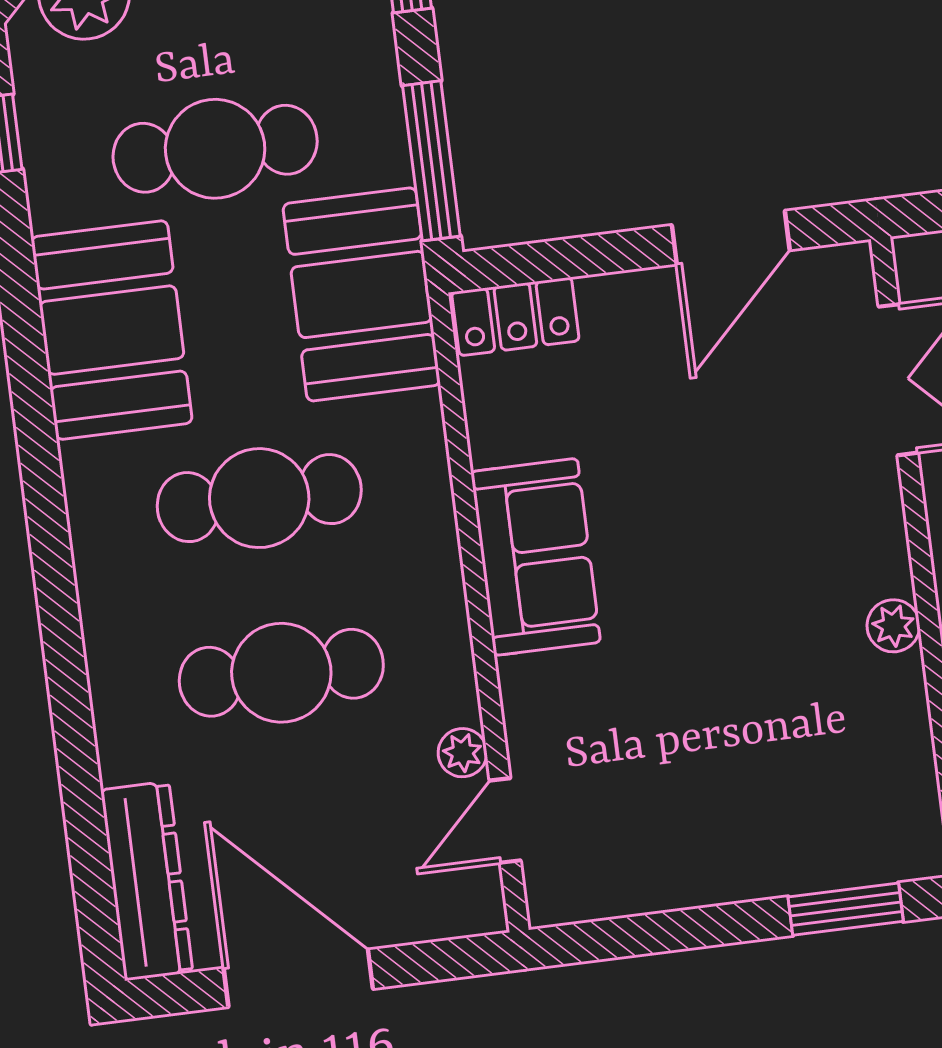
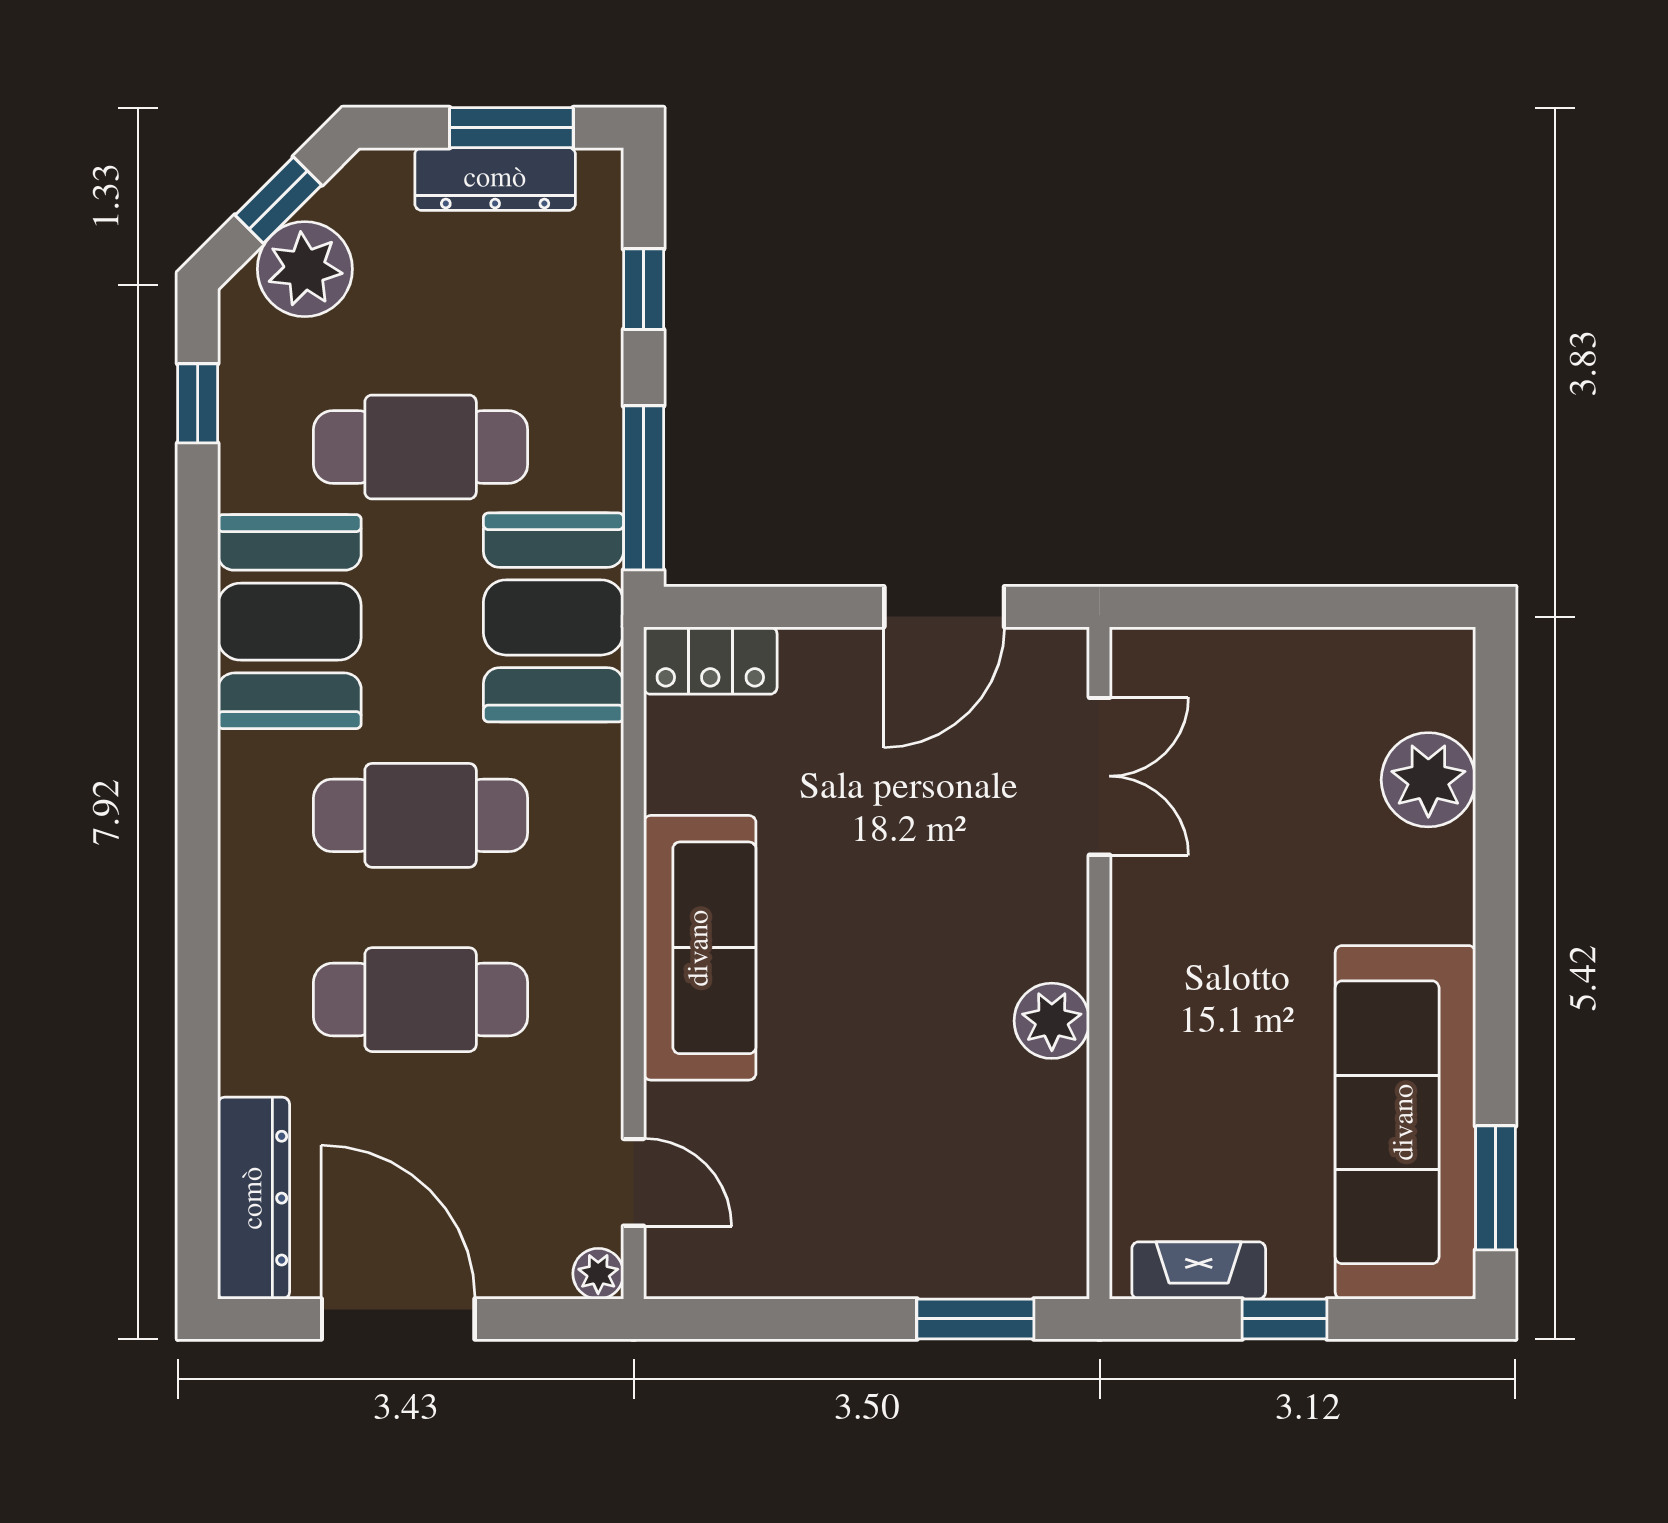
sofa: (536, 557) -> (700, 948), width x1.36
plant: (893, 626) -> (1052, 1021), width x1.38, depth x1.38
plant: (463, 753) -> (598, 1274), moved
door: (505, 820) -> (634, 1182), swing flipped

